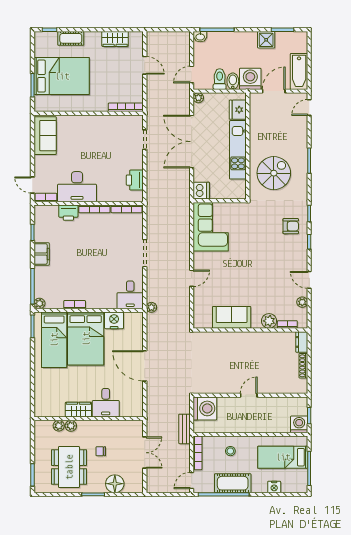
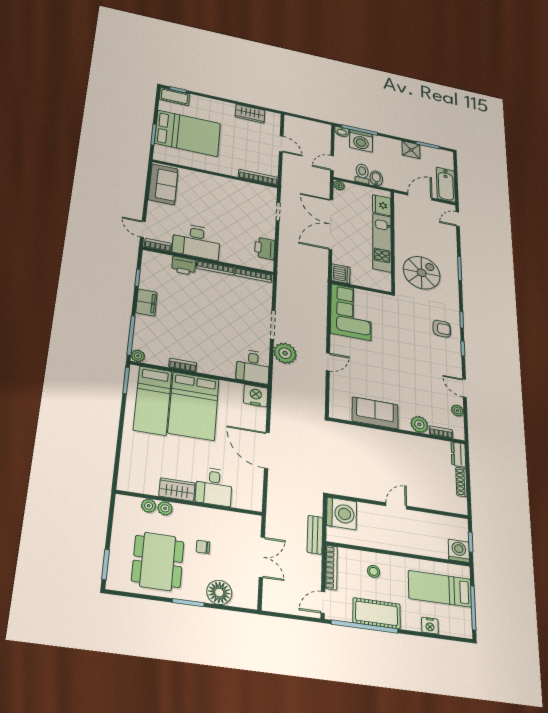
cot: (71, 38) -> (175, 97), moved
washing machine: (250, 79) -> (361, 141), moved, turned 180
plant: (151, 307) -> (285, 353), moved, width x1.87, depth x1.87
nightstand: (114, 320) -> (256, 396), moved

